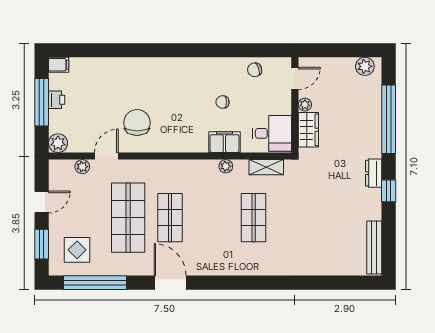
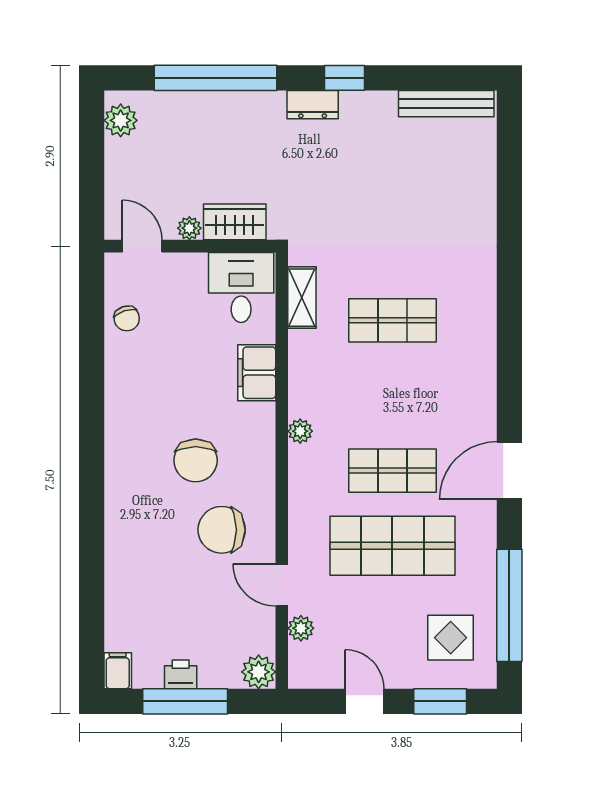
chair: (223, 102) -> (196, 460), moved, width x1.87, depth x1.87
plant: (226, 166) -> (300, 431), moved

